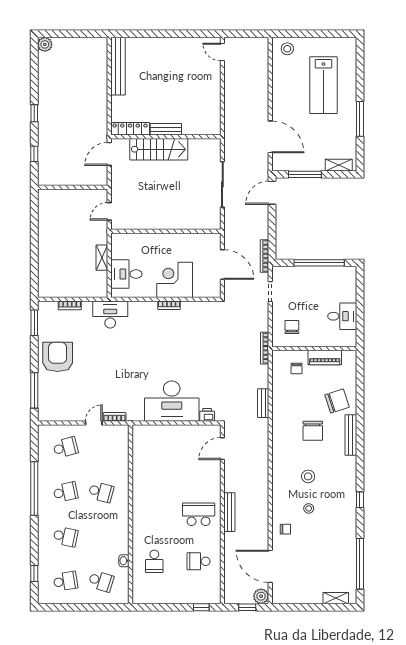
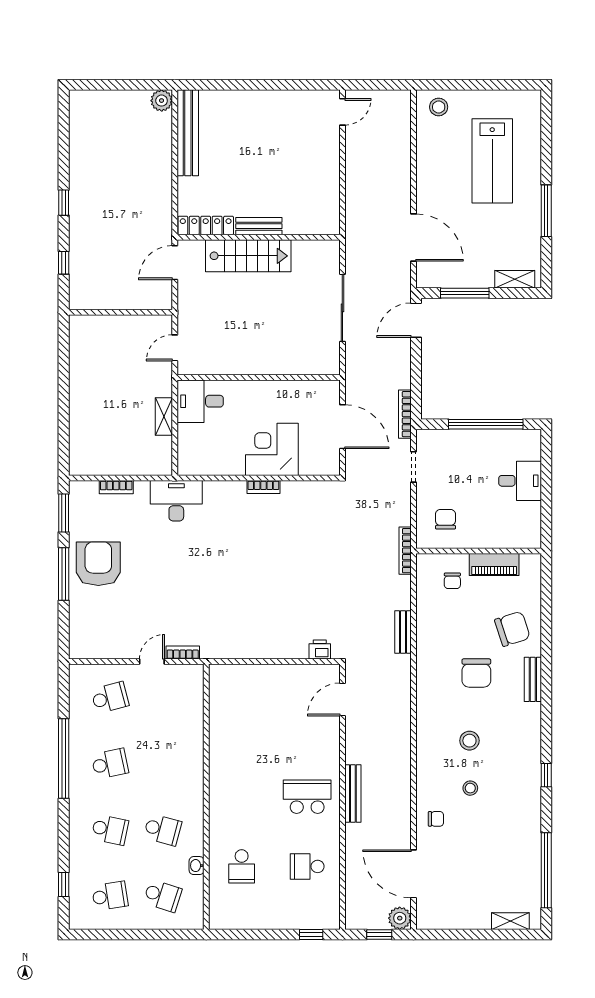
plant: (45, 44) -> (162, 101), moved
door: (222, 52) -> (342, 112), swing flipped
desk: (126, 274) -> (200, 401), moved
desk: (342, 316) -> (520, 481), moved
window: (34, 390) -> (64, 574), moved
desk: (172, 401) -> (267, 629), removed
bench: (351, 435) -> (533, 679), width x0.73
school desk: (101, 492) -> (163, 830), moved

